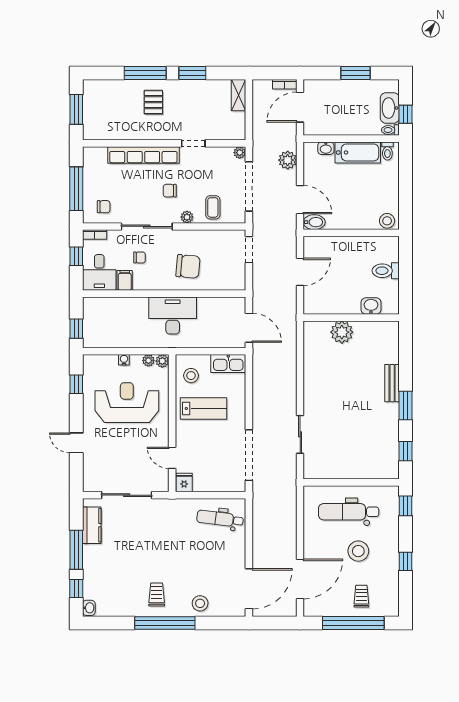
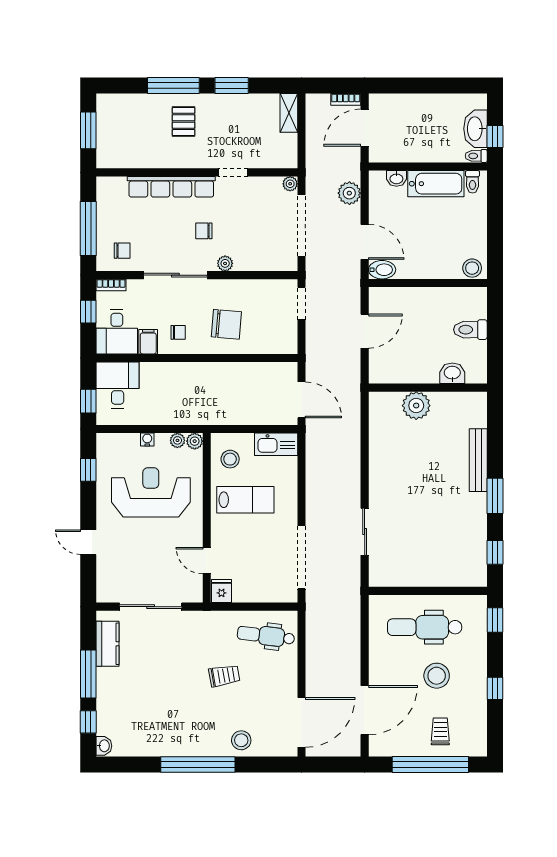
window: (355, 73) -> (433, 86), removed
coffee table: (213, 207) -> (257, 252), removed
chair: (140, 257) -> (178, 332), moved
desk: (173, 316) -> (118, 385), moved, width x0.73
bench: (392, 383) -> (478, 460), width x1.36
trolley: (157, 594) -> (224, 676), moved, turned 80

